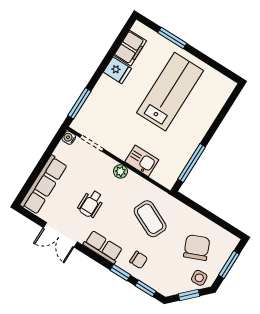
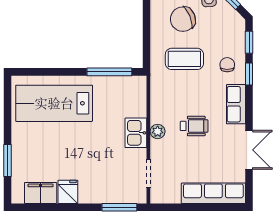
lab bench: (170, 92) -> (54, 103), moved
water cooler: (69, 138) -> (156, 197), removed
kitchen sink: (142, 161) -> (136, 133), moved
wheelchair: (91, 204) -> (194, 126), moved
coffee table: (150, 219) -> (184, 59), moved, turned 65

